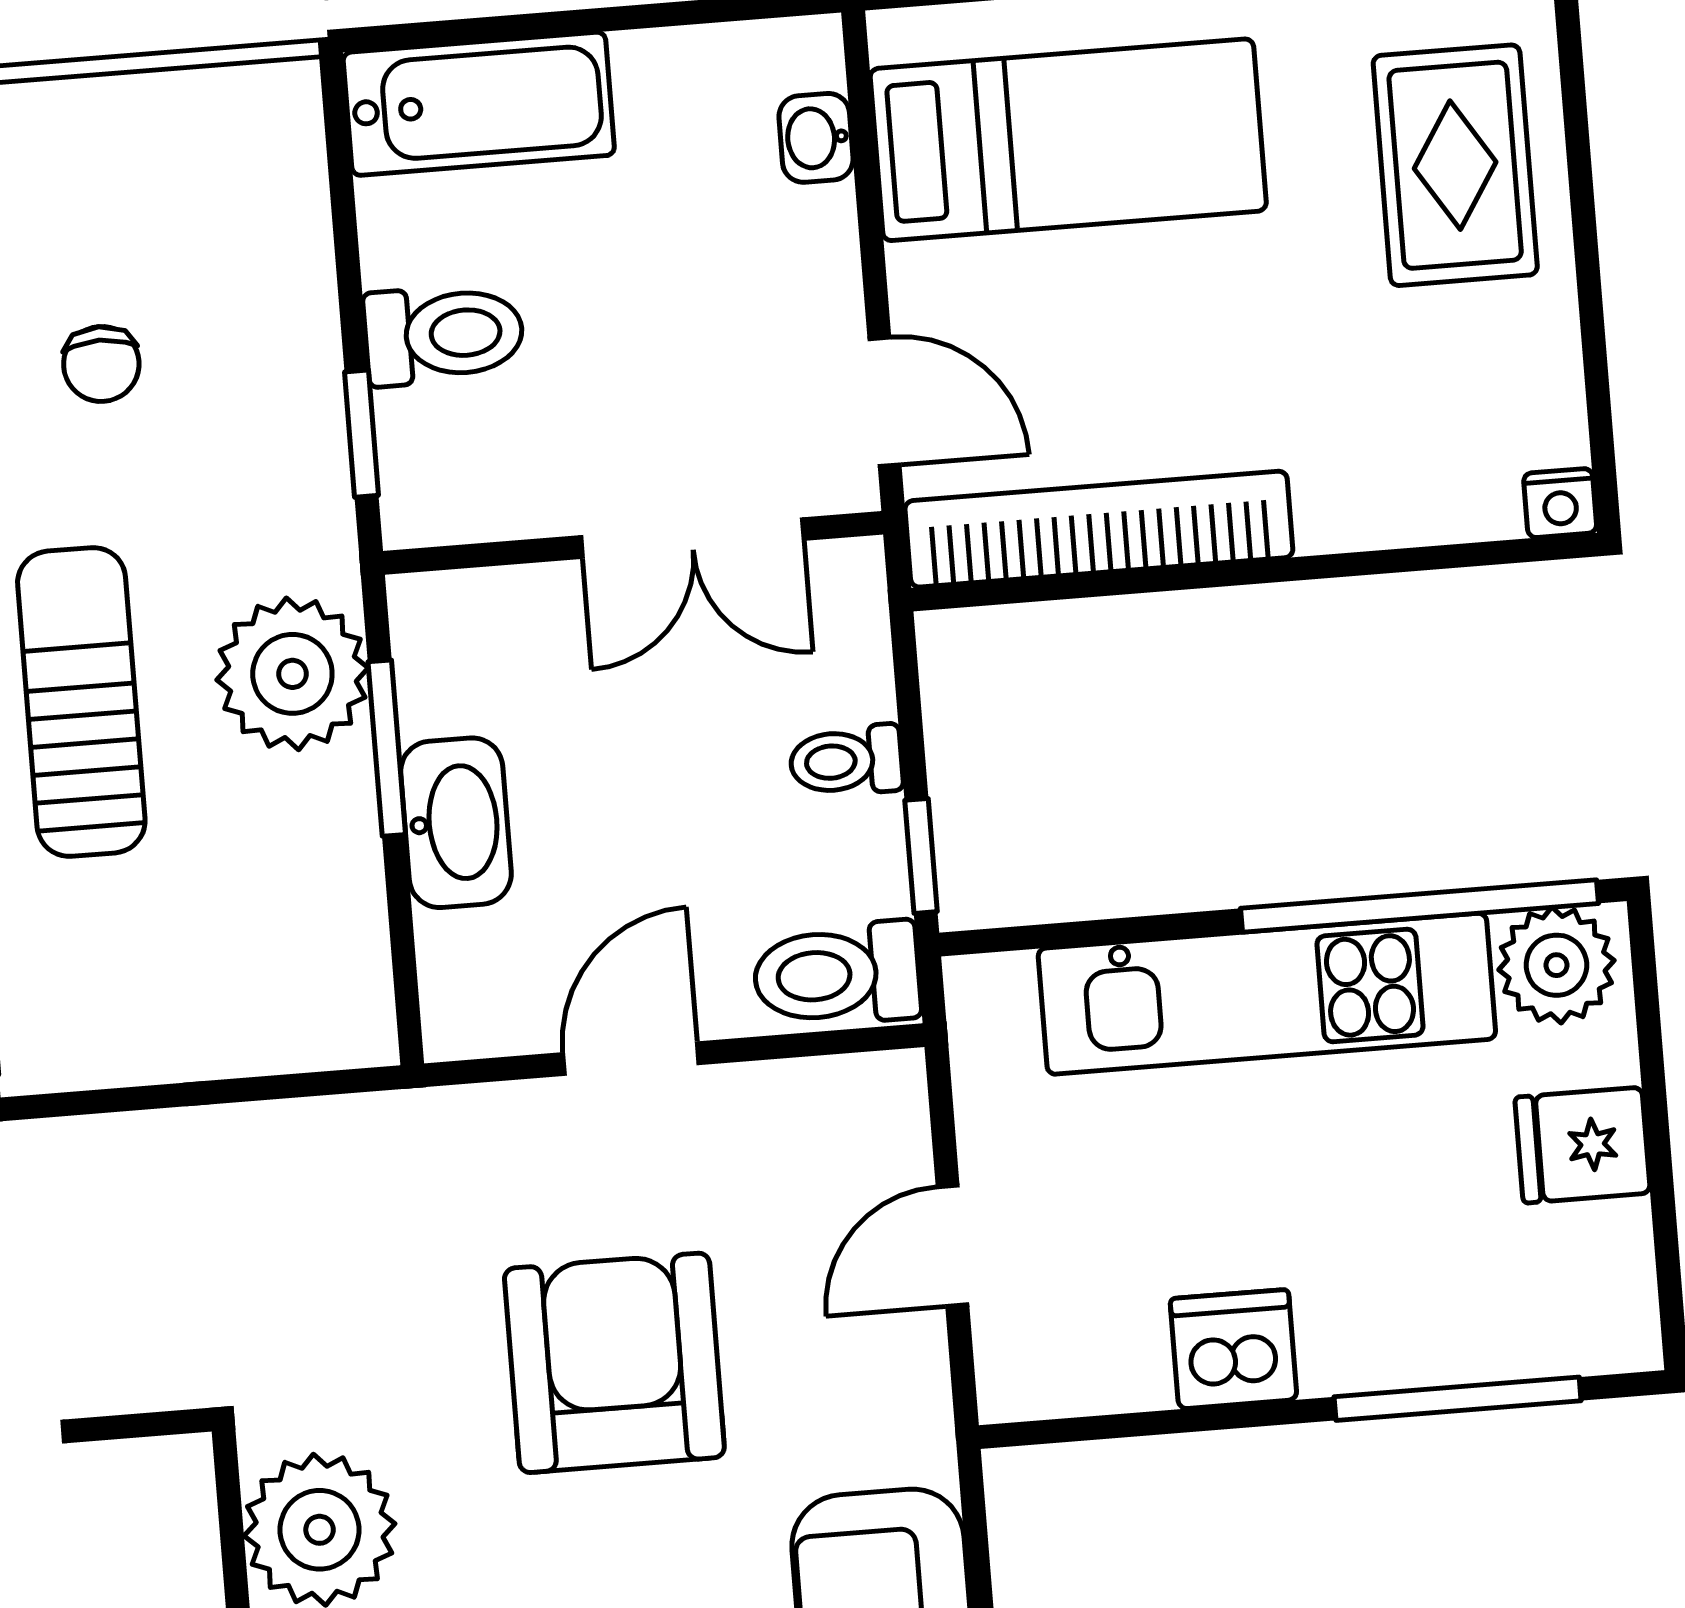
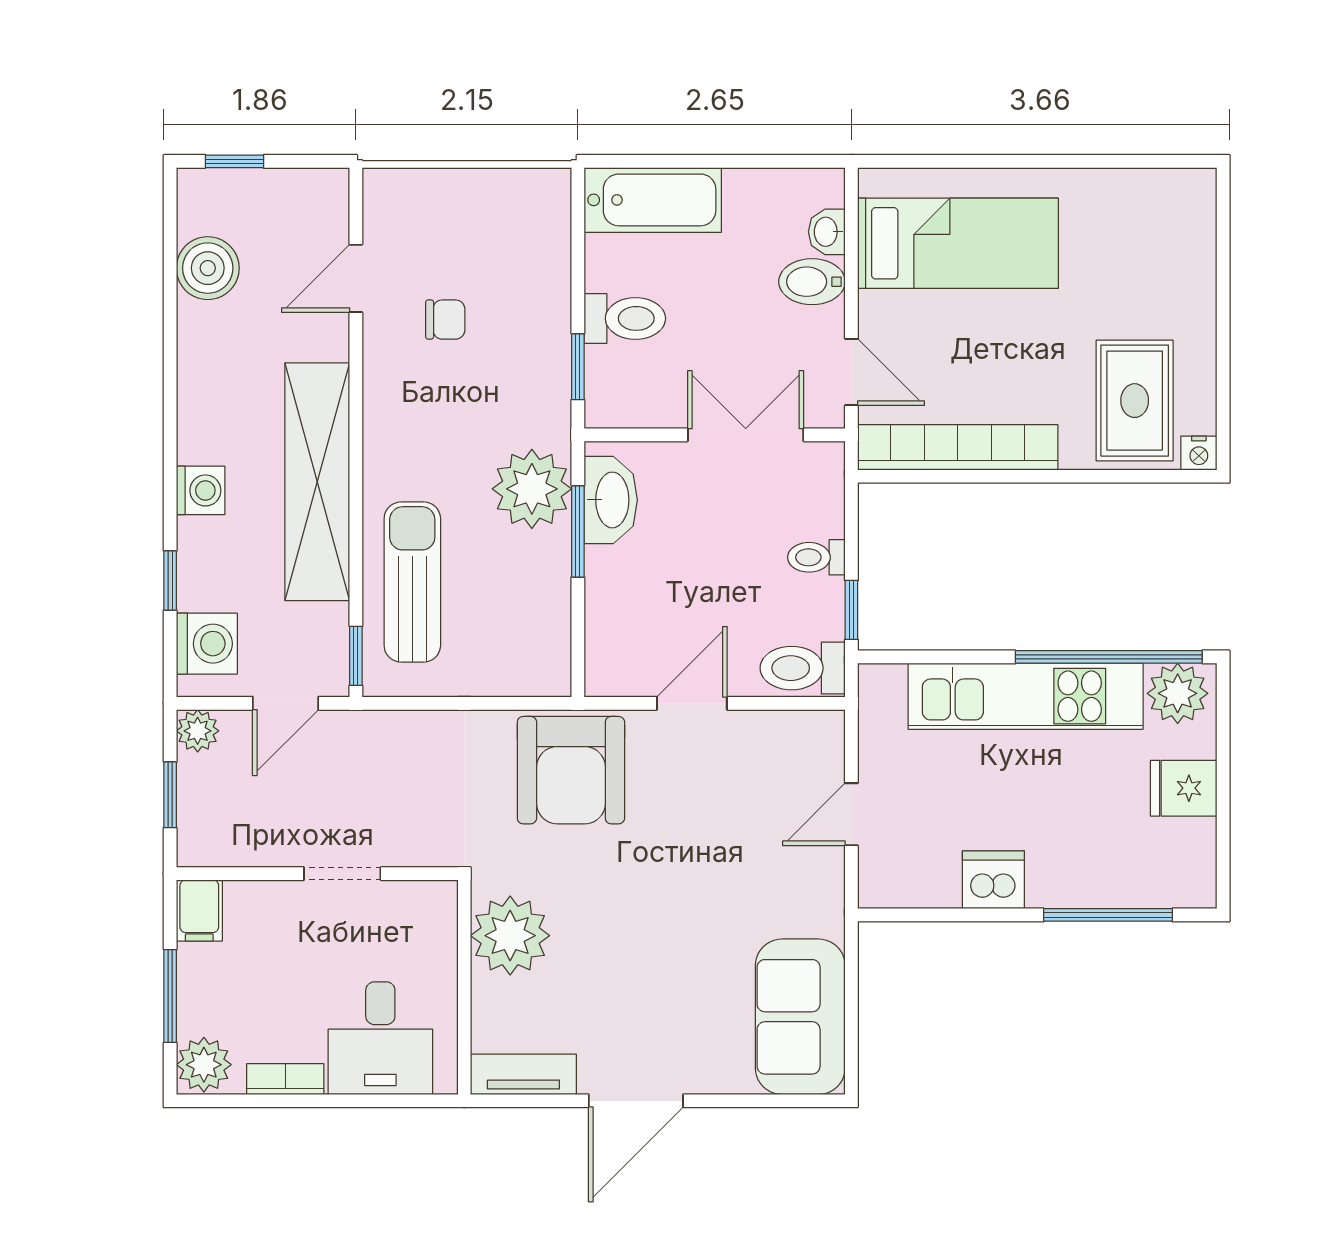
rug: (1455, 165) -> (1135, 401), moved
bidet: (795, 235) -> (812, 282), added
chair: (101, 364) -> (445, 320), turned -90
double door: (692, 538) -> (746, 435), swing flipped
sun lounger: (81, 702) -> (412, 582), moved
washbasin: (456, 823) -> (611, 500), moved
armchair: (614, 1363) -> (571, 770), moved, turned 180

